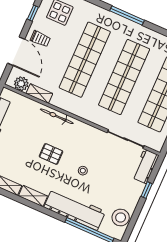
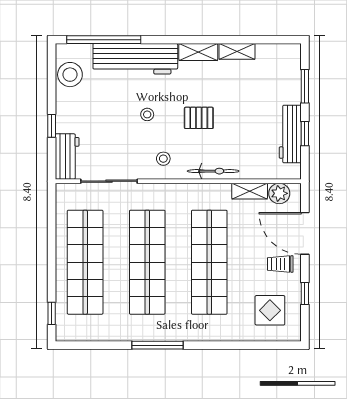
window: (127, 16) -> (157, 345), moved
stool: (85, 138) -> (163, 159), added

